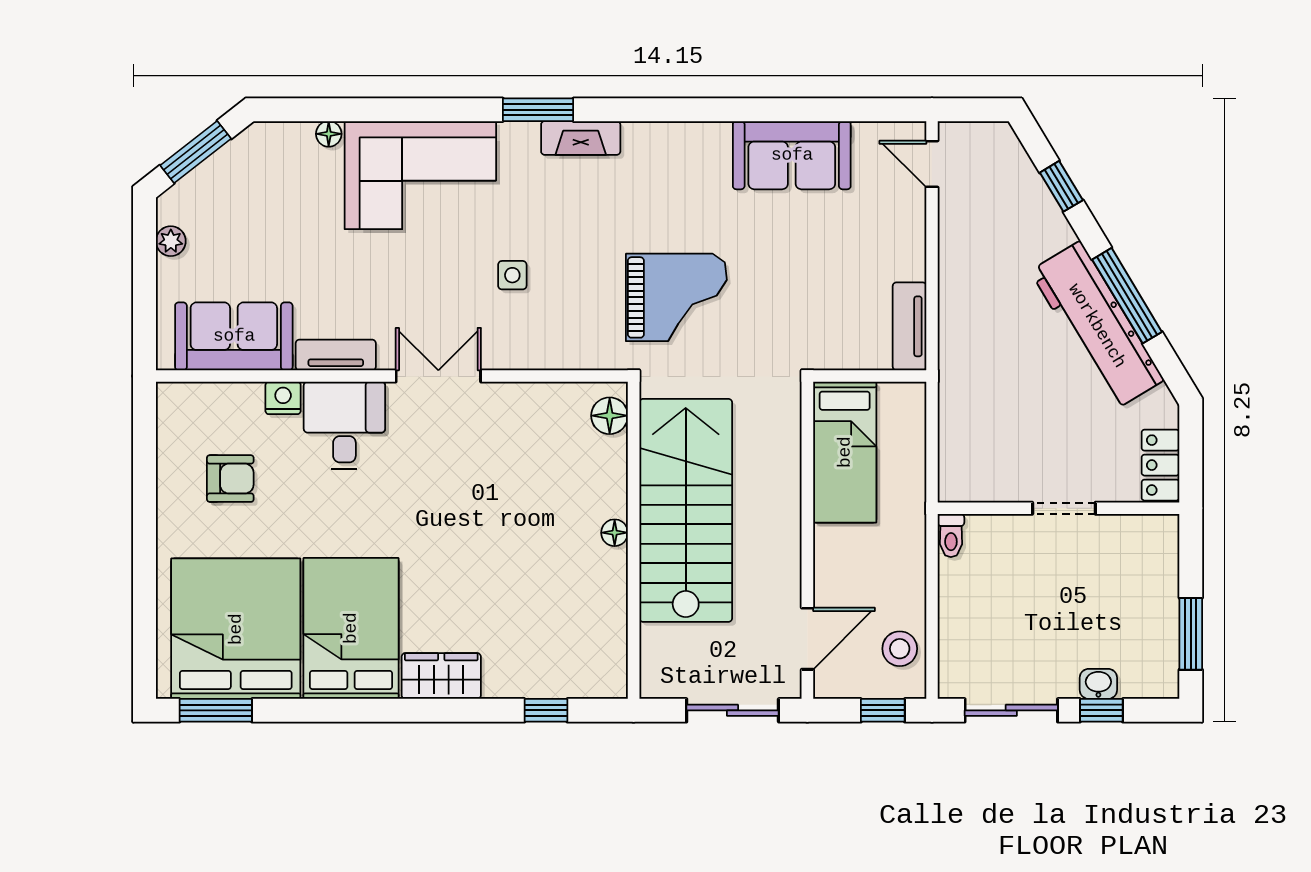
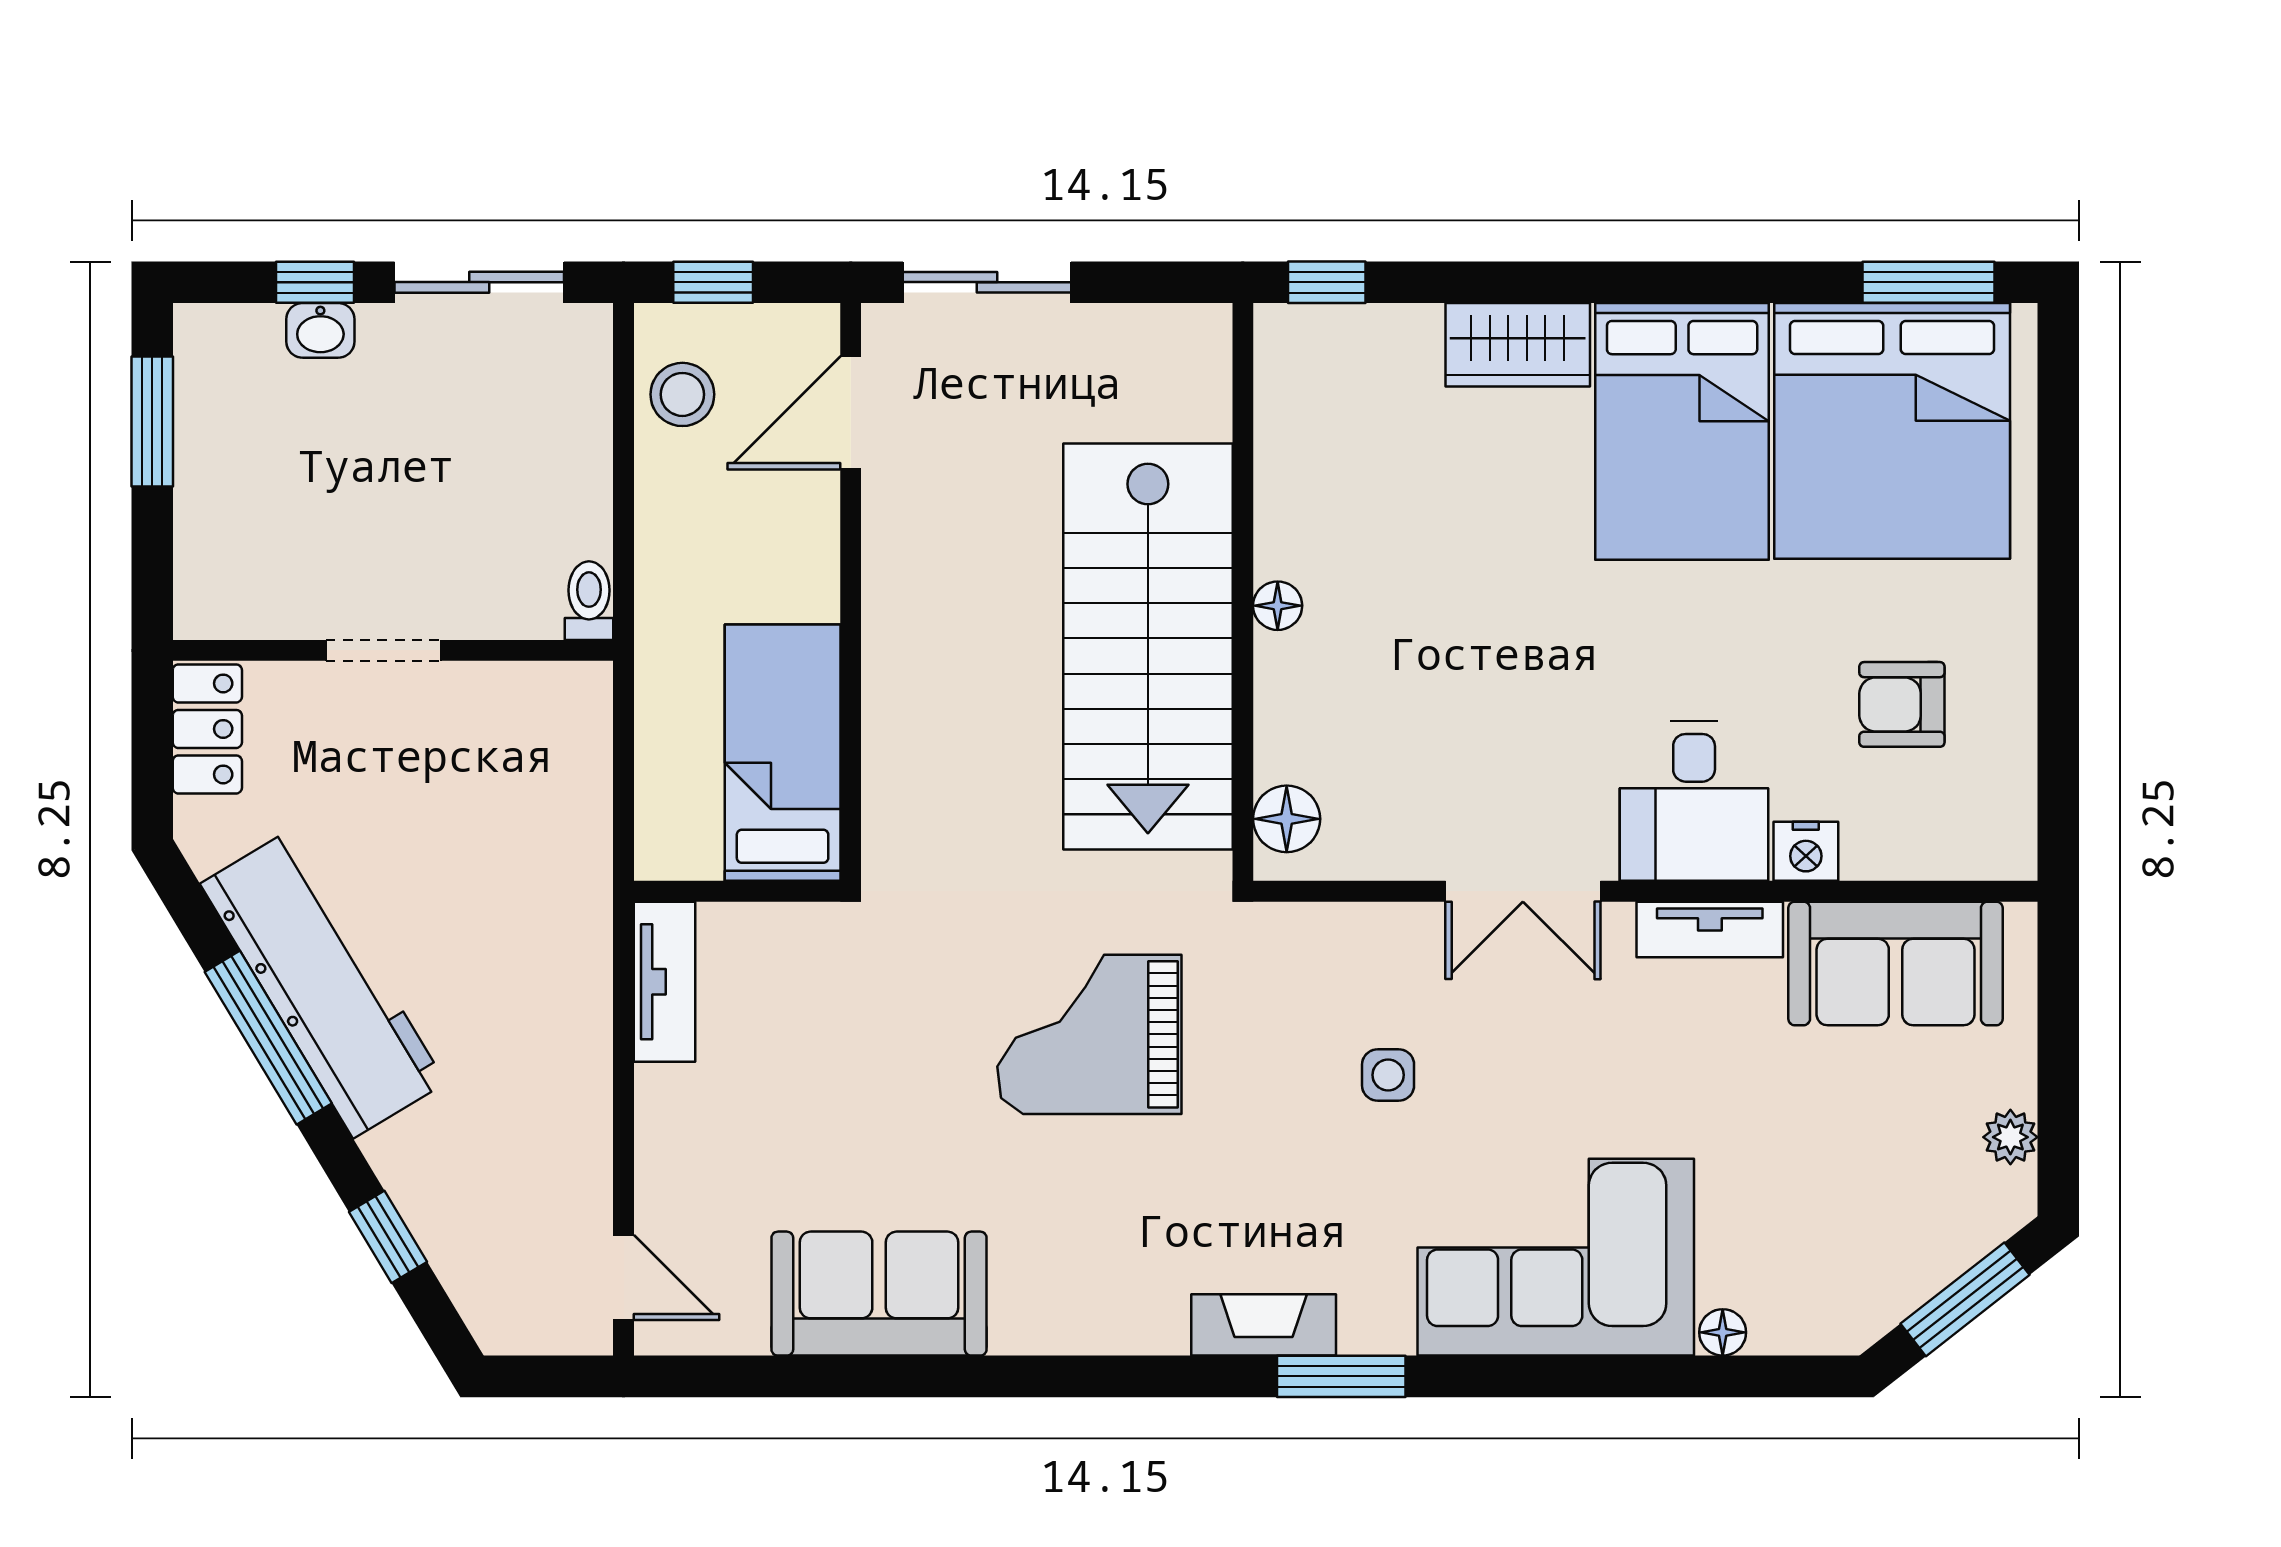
floor lamp: (610, 416) -> (1287, 819), moved
stairs: (686, 510) -> (1148, 647), moved
floor lamp: (615, 533) -> (1278, 606), moved
wall: (634, 540) -> (1243, 592), moved

